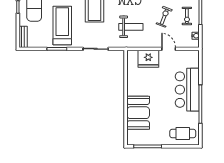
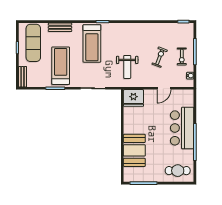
weight bench: (131, 27) -> (127, 67), turned 90
door: (169, 49) -> (164, 88), swing flipped
fridge: (148, 59) -> (133, 98), moved

